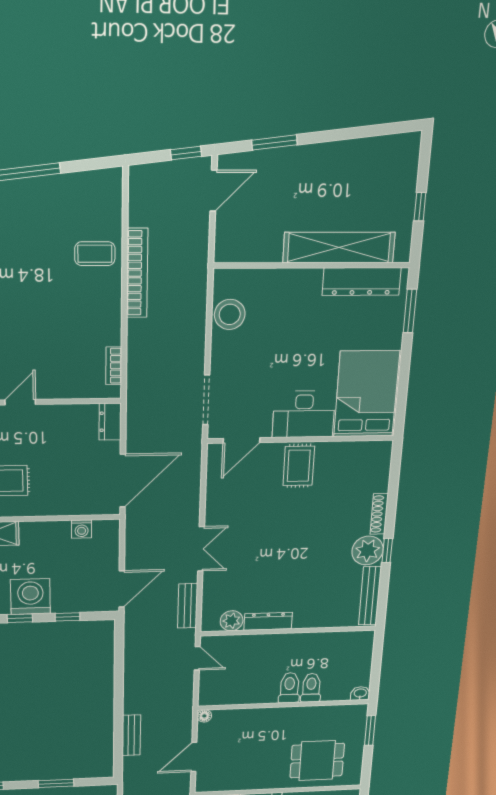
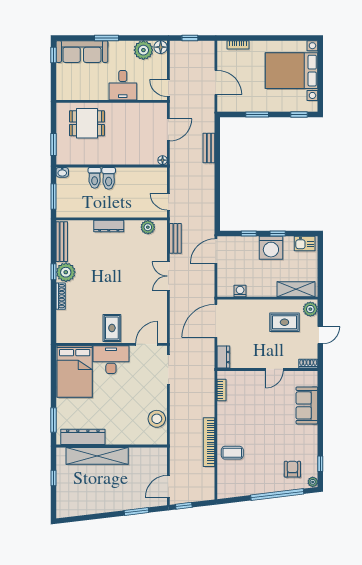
dresser: (268, 621) -> (109, 226), moved
window: (377, 660) -> (53, 197), added

